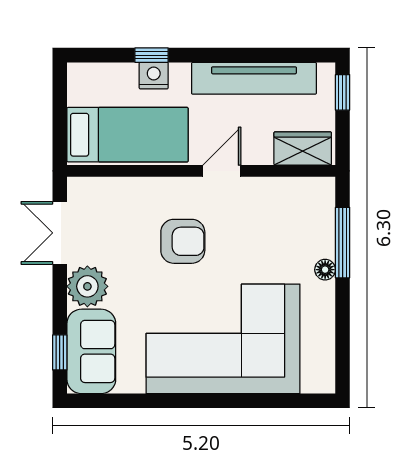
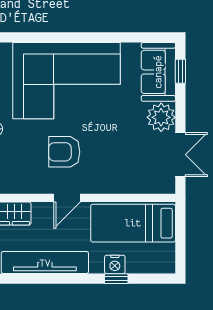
armchair: (183, 241) -> (64, 152), moved

